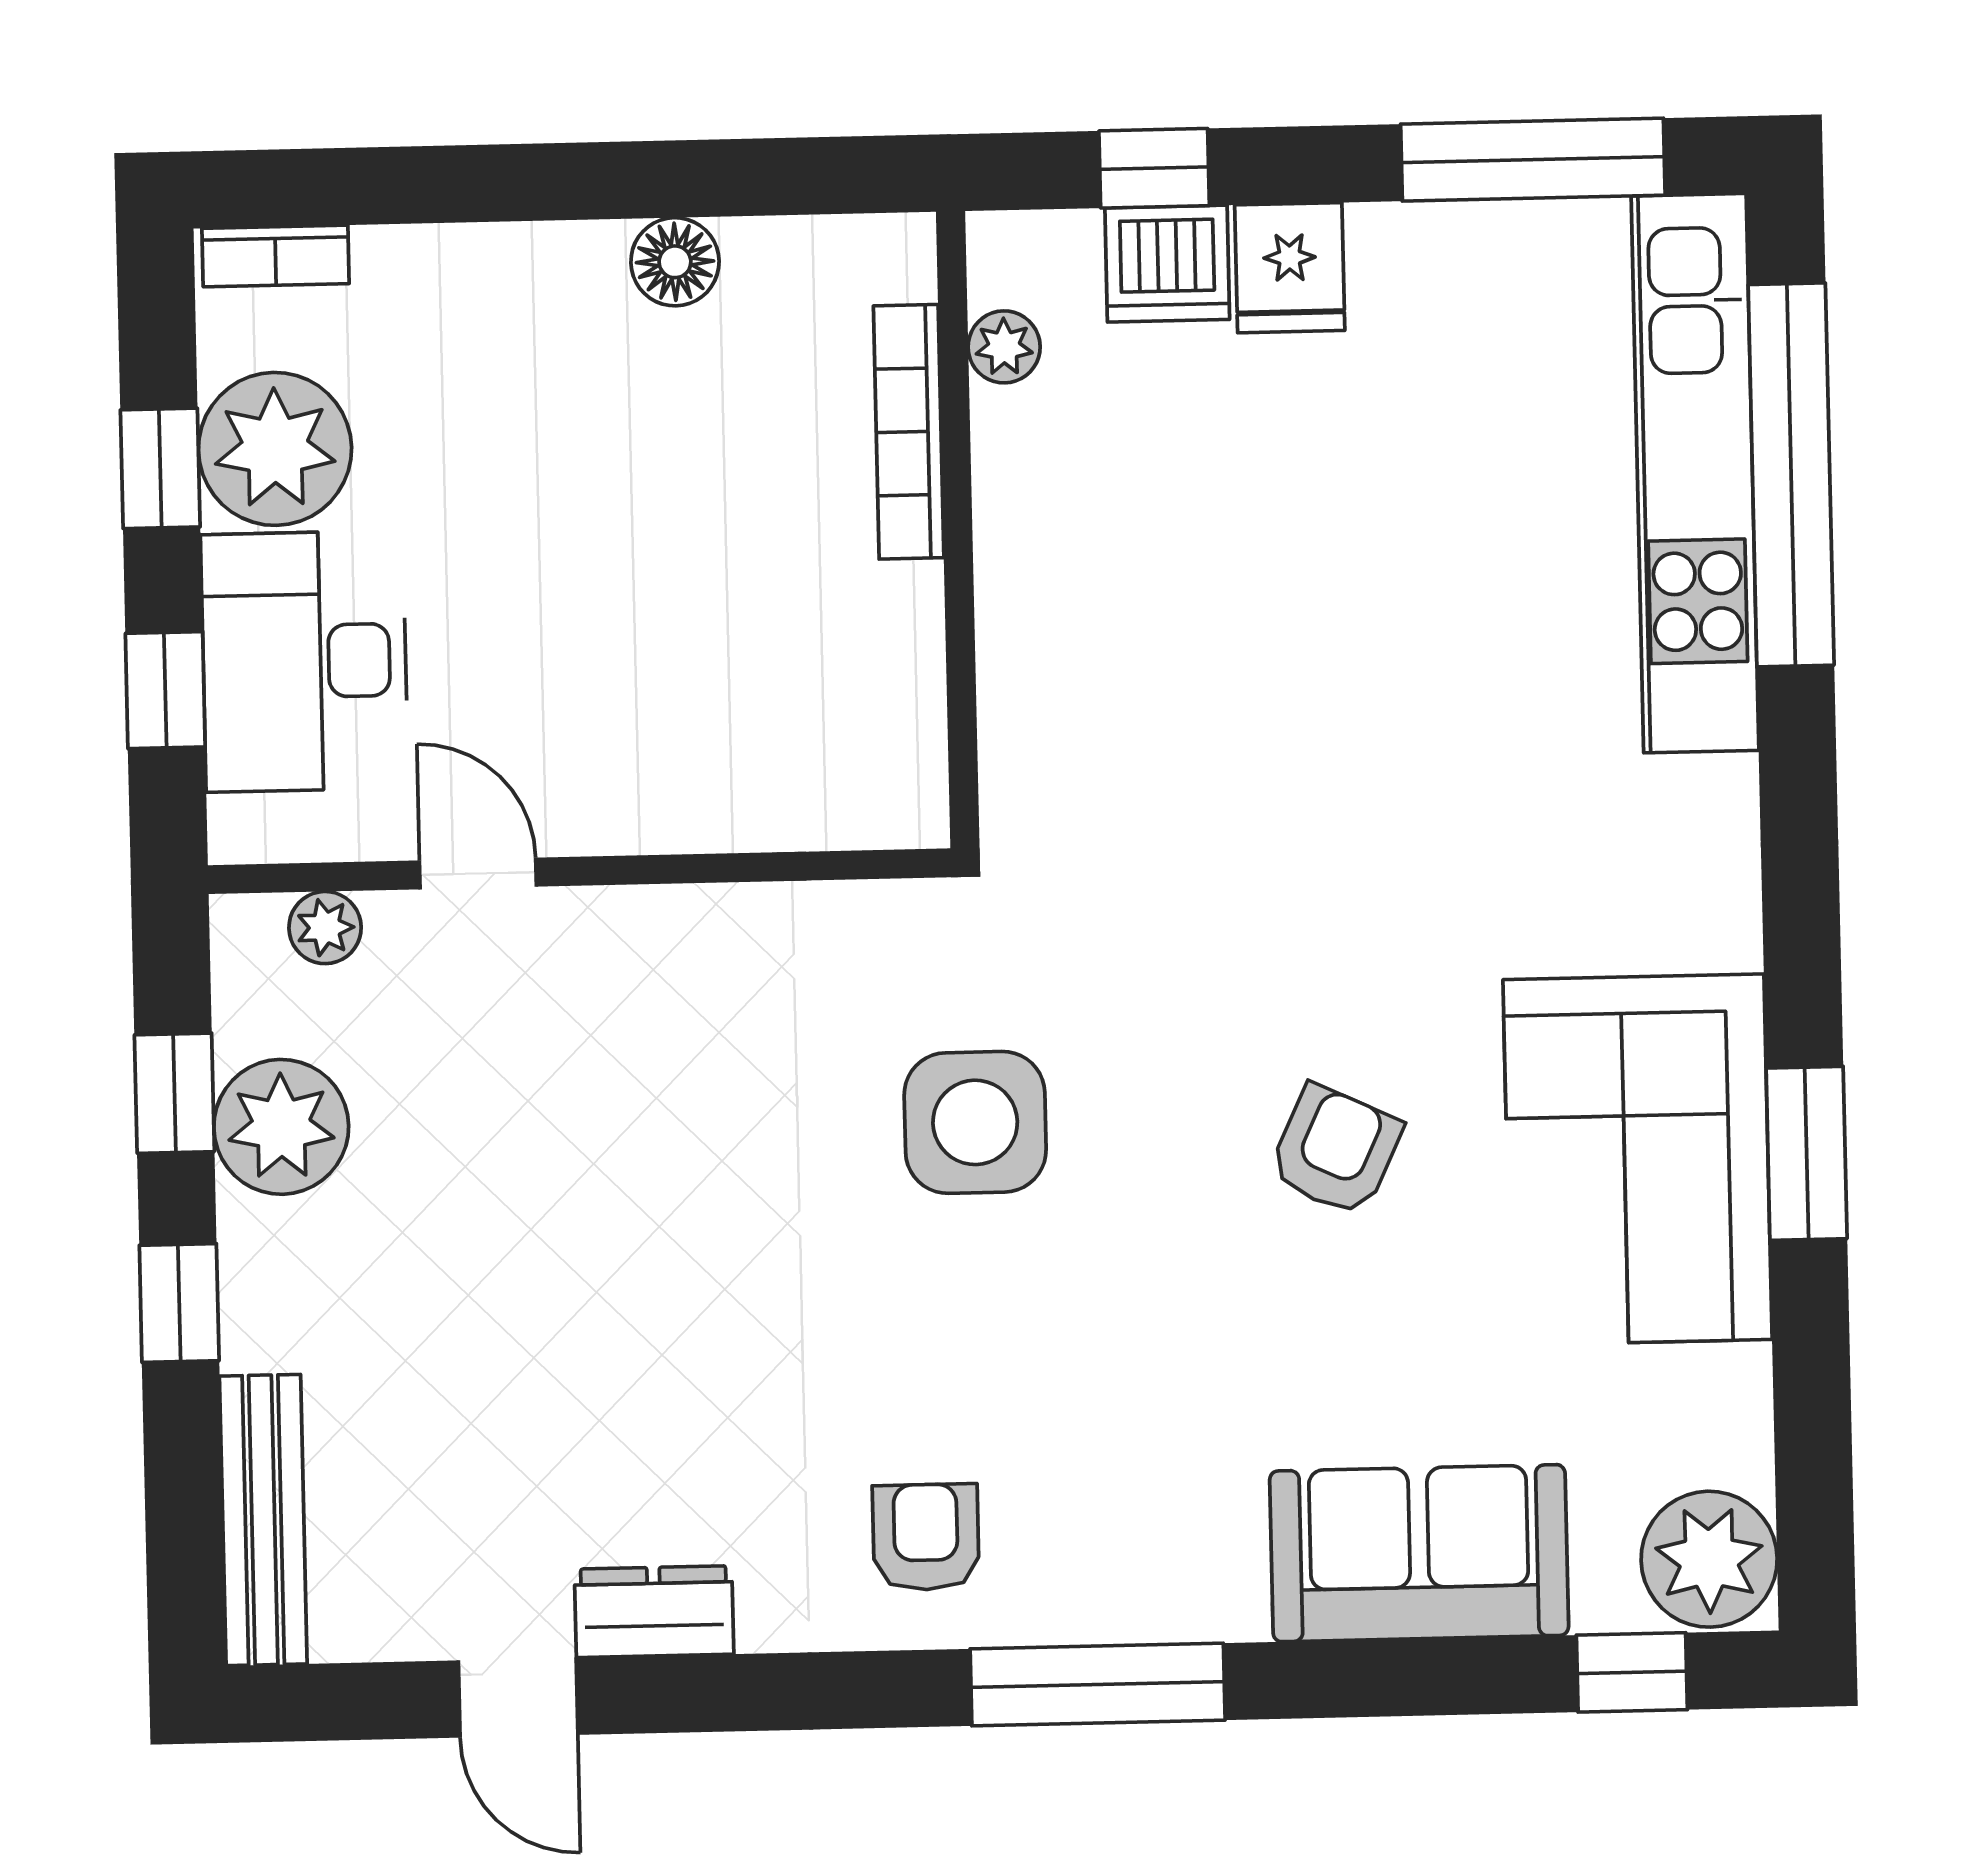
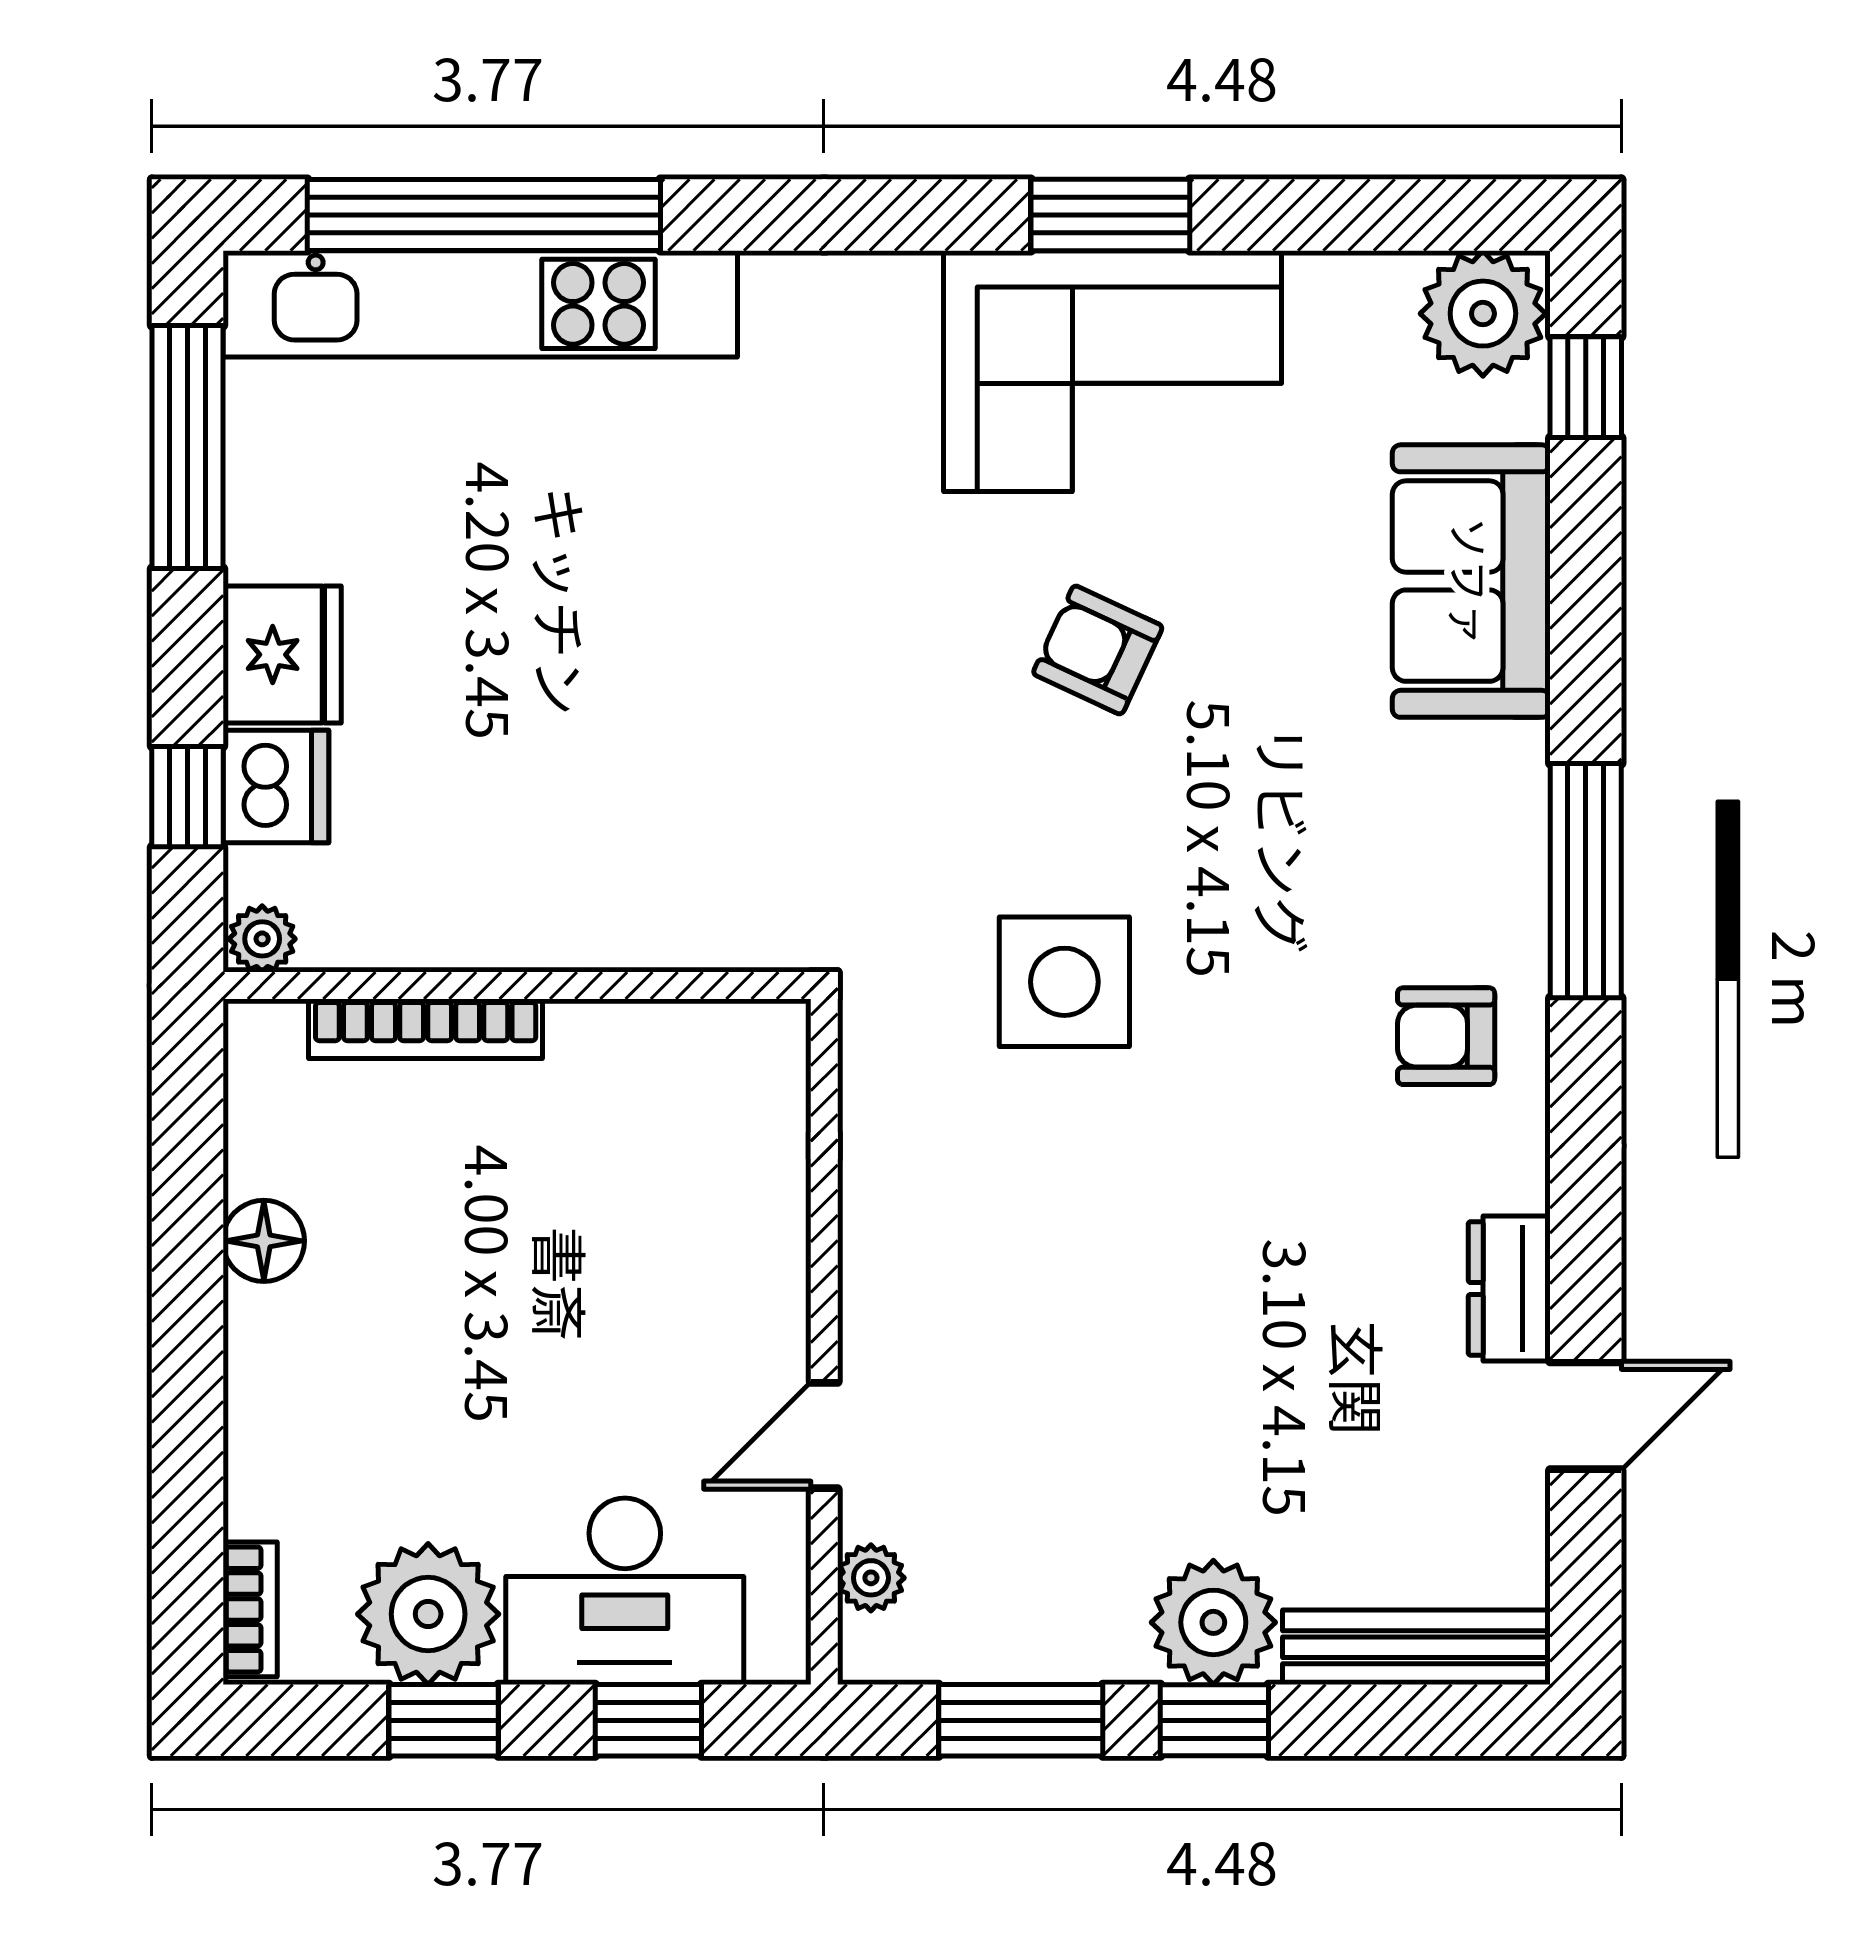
fridge: (1290, 268) -> (282, 655), width x1.38
plant: (1004, 347) -> (262, 939), moved
window: (174, 1093) -> (1021, 1720), width x1.50
plant: (281, 1127) -> (1213, 1622), moved

